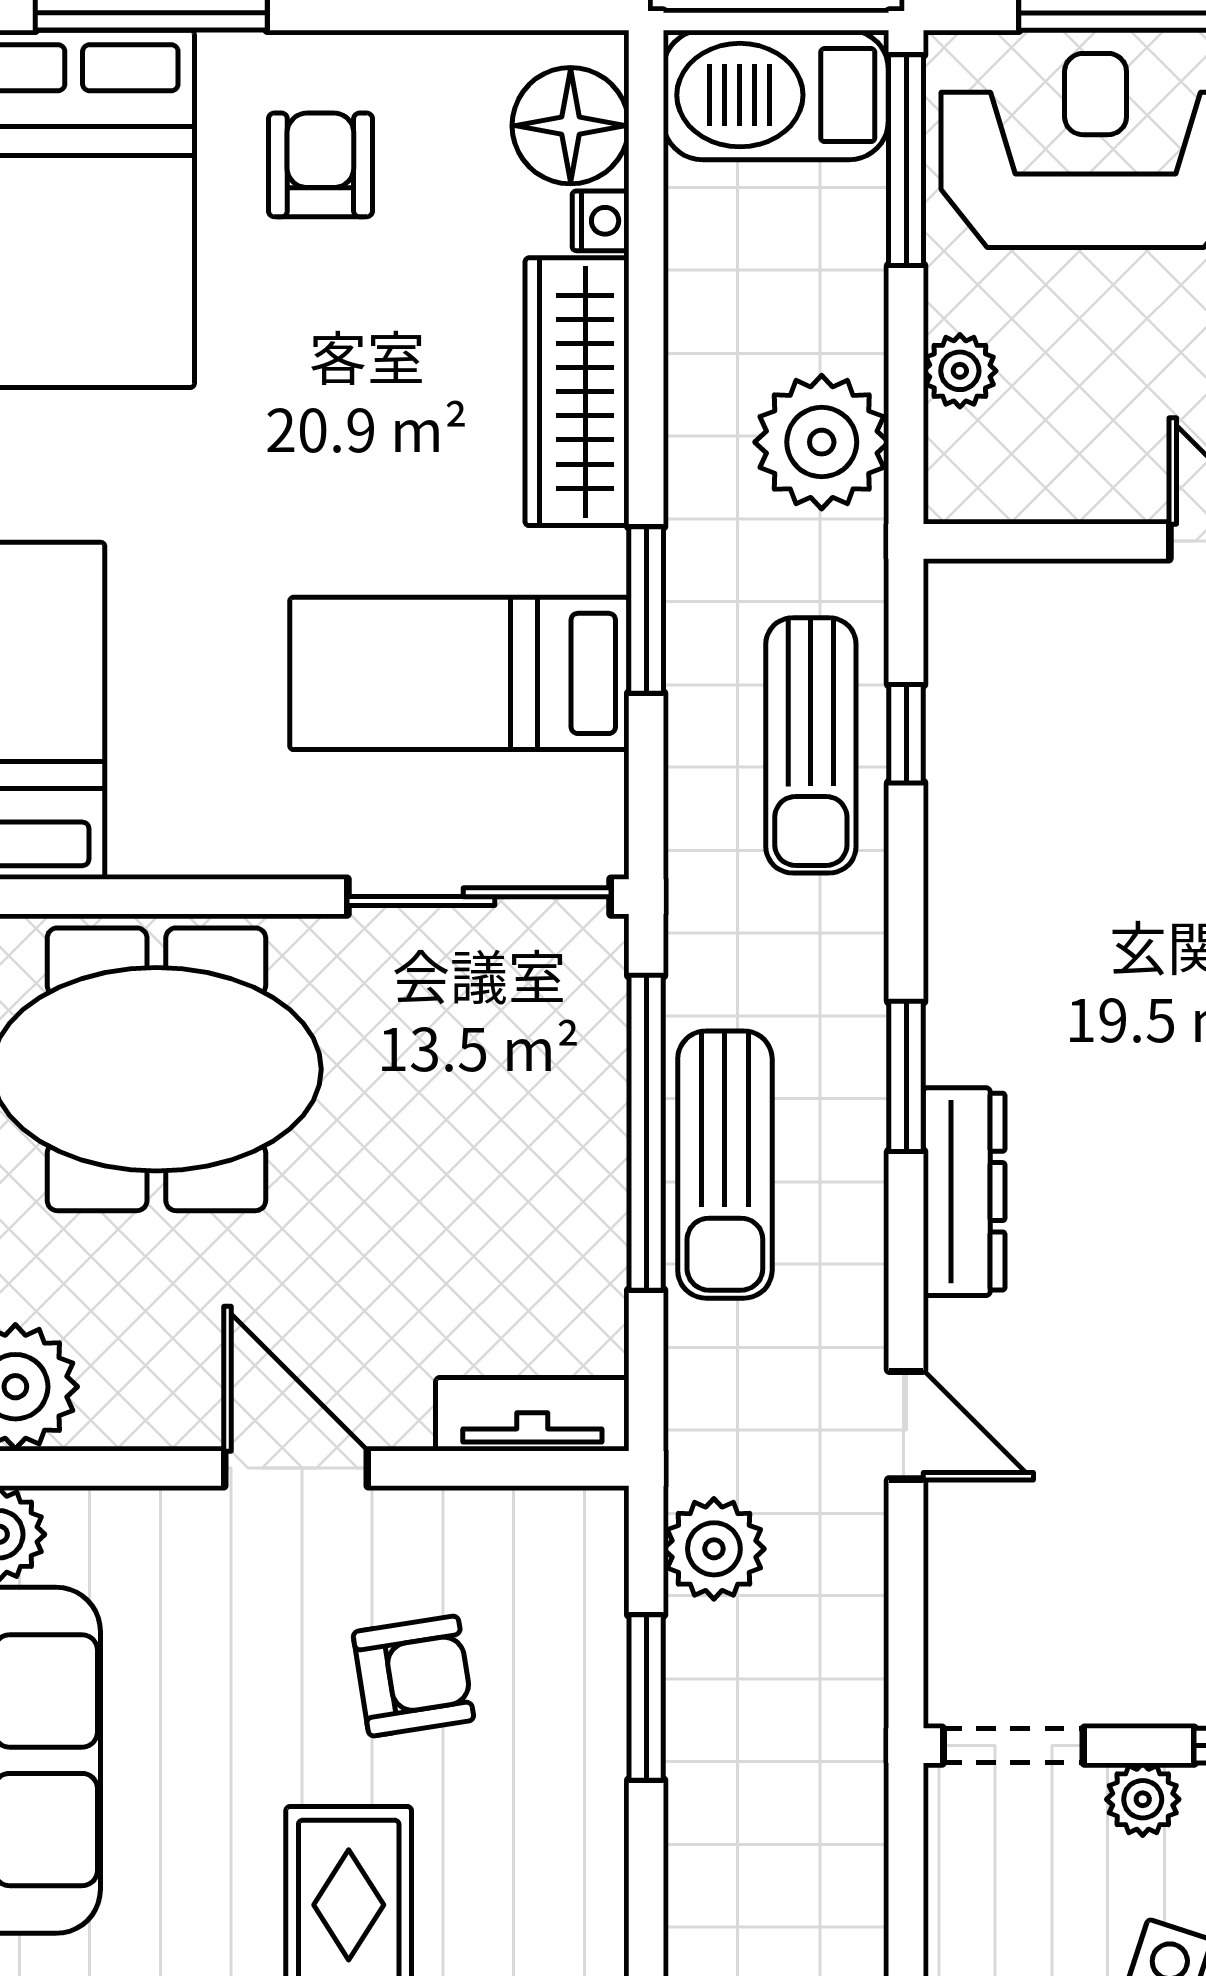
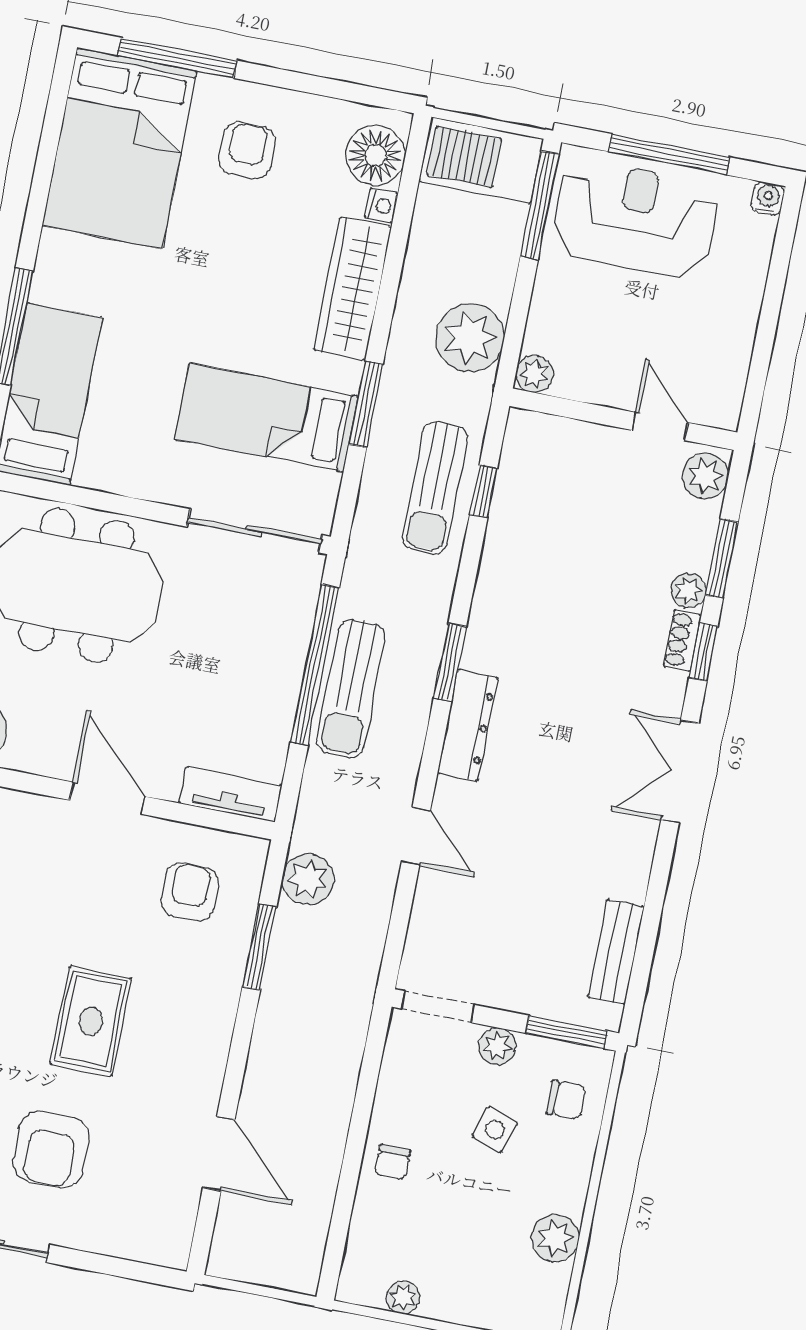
plant: (960, 371) -> (534, 374), moved
armchair: (413, 1676) -> (190, 892), moved, turned -81

